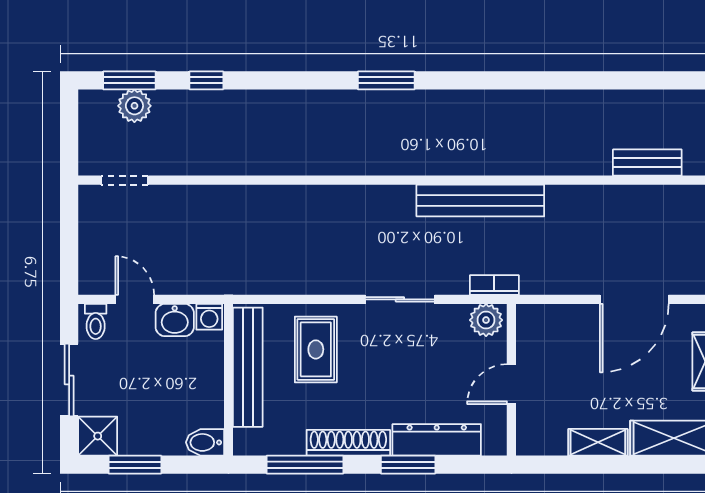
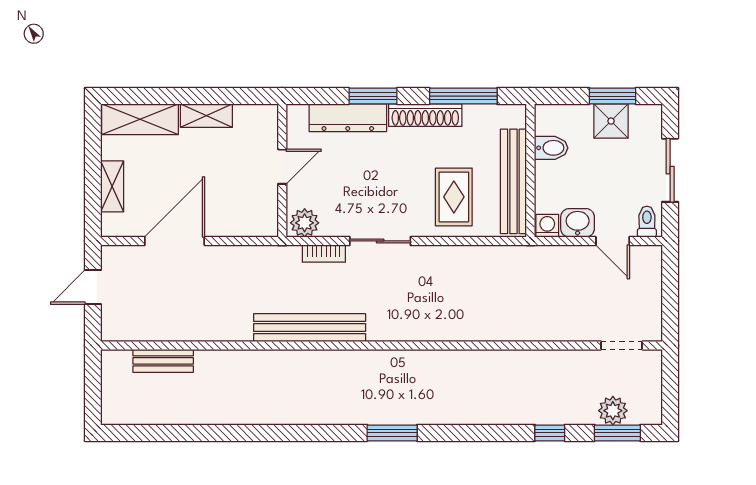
bookcase: (494, 285) -> (324, 254), moved
shower: (98, 436) -> (611, 121), moved
bidet: (205, 442) -> (551, 148), moved

